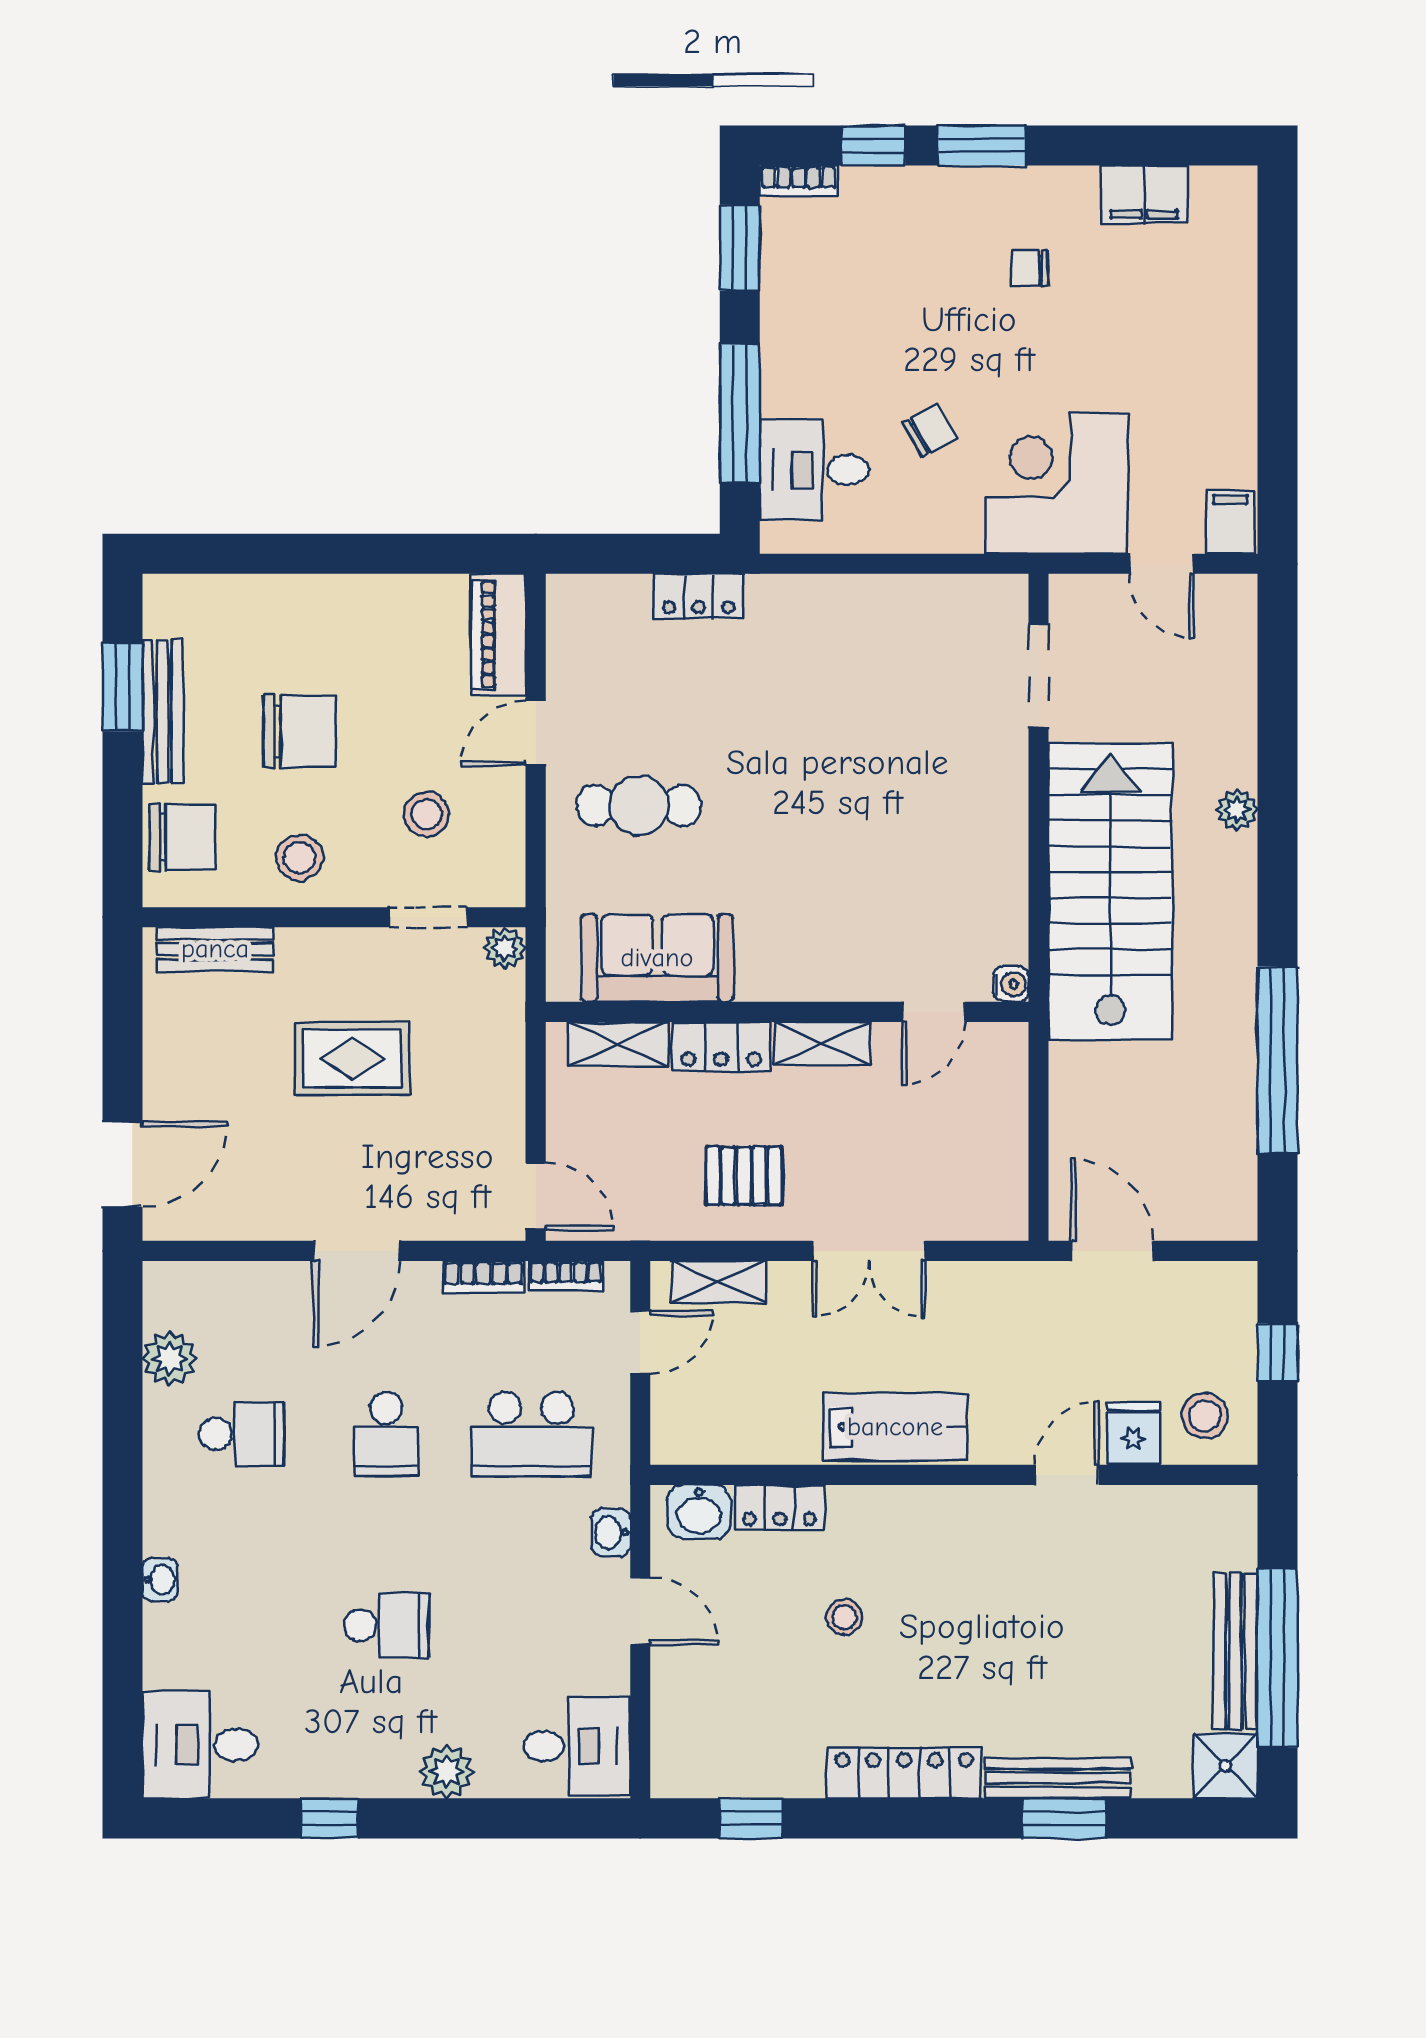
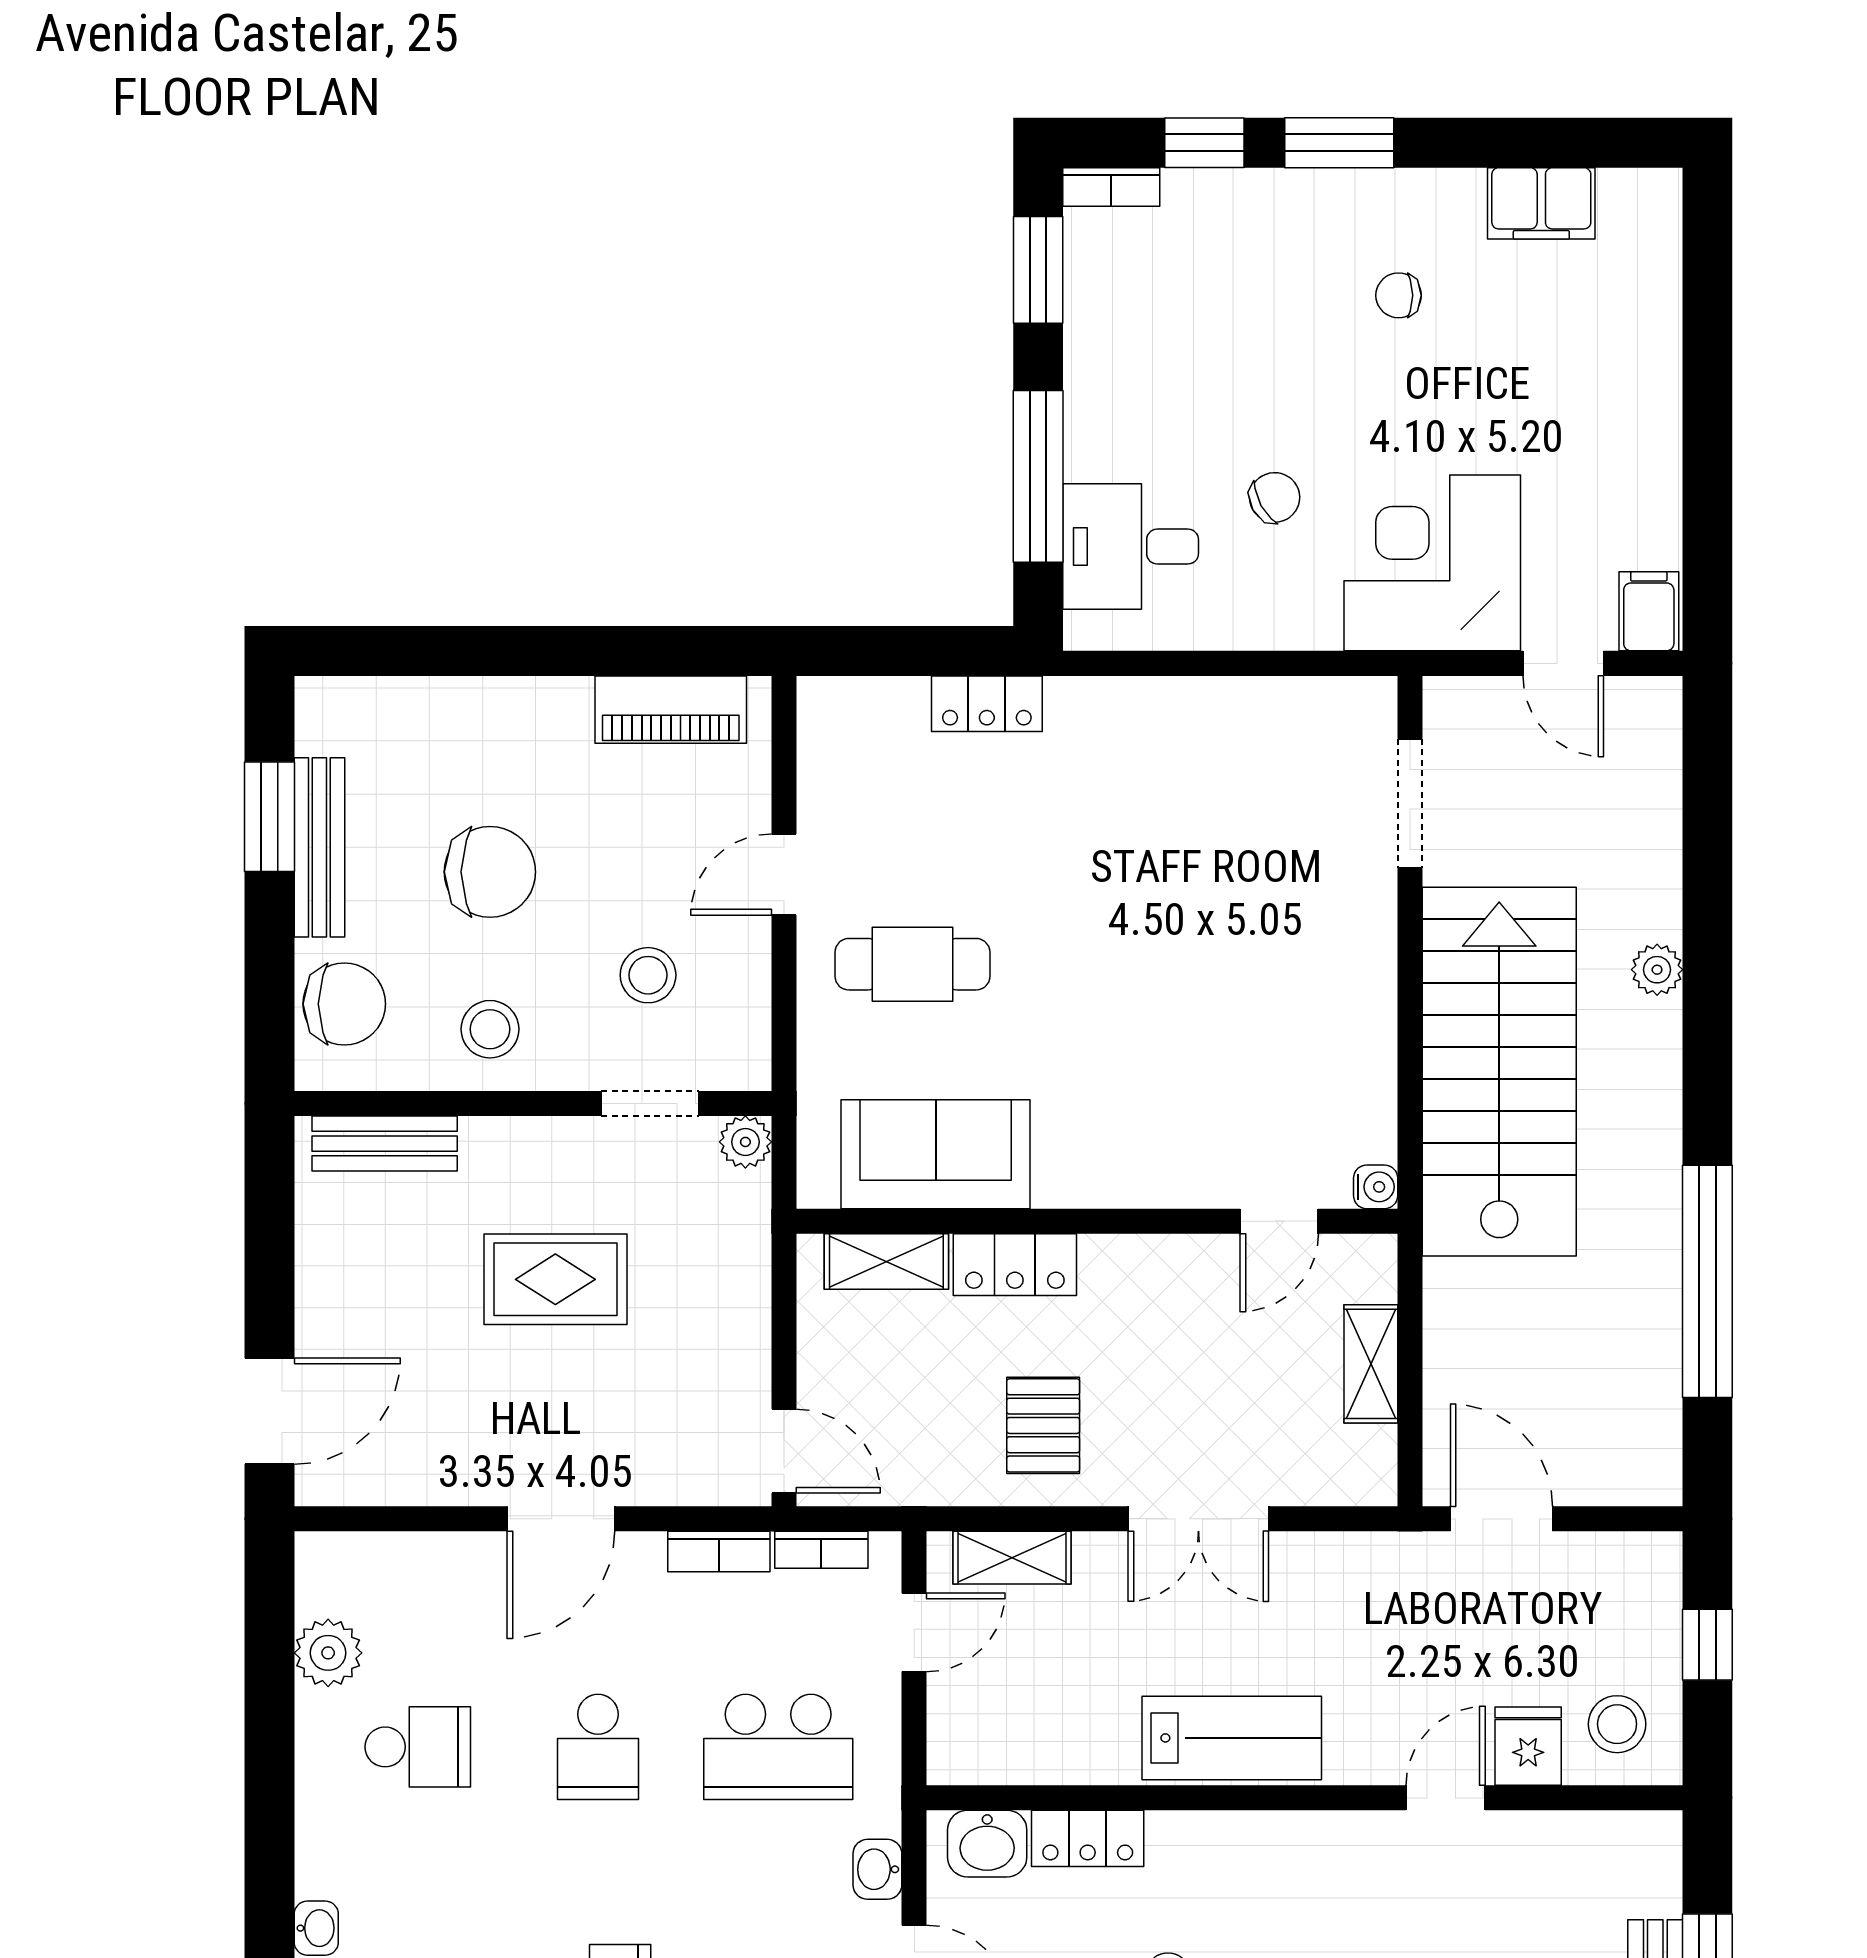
piano: (499, 634) -> (671, 710), moved, turned -90
shelving: (822, 1043) -> (1371, 1364), moved, turned 90
pallet: (744, 1176) -> (1043, 1425), turned 90

